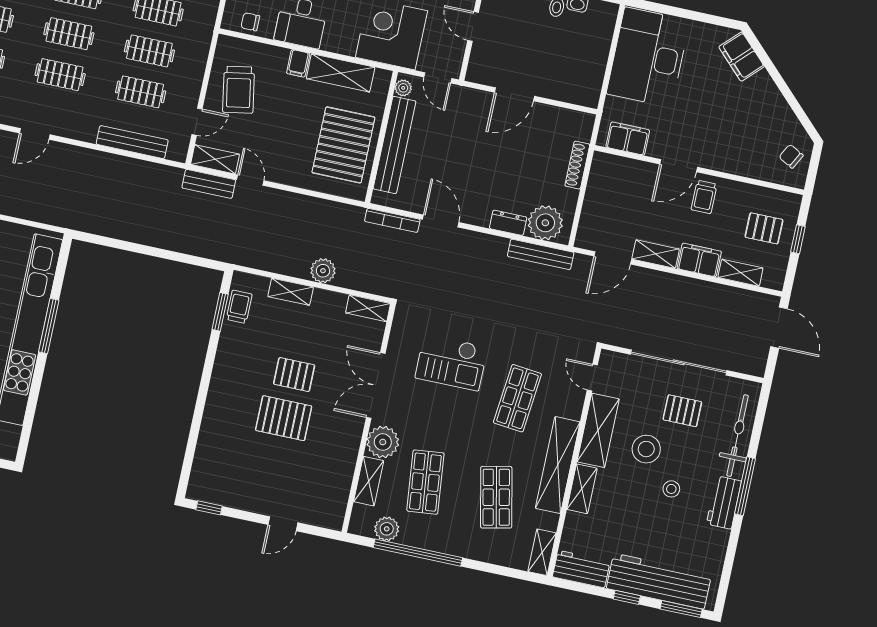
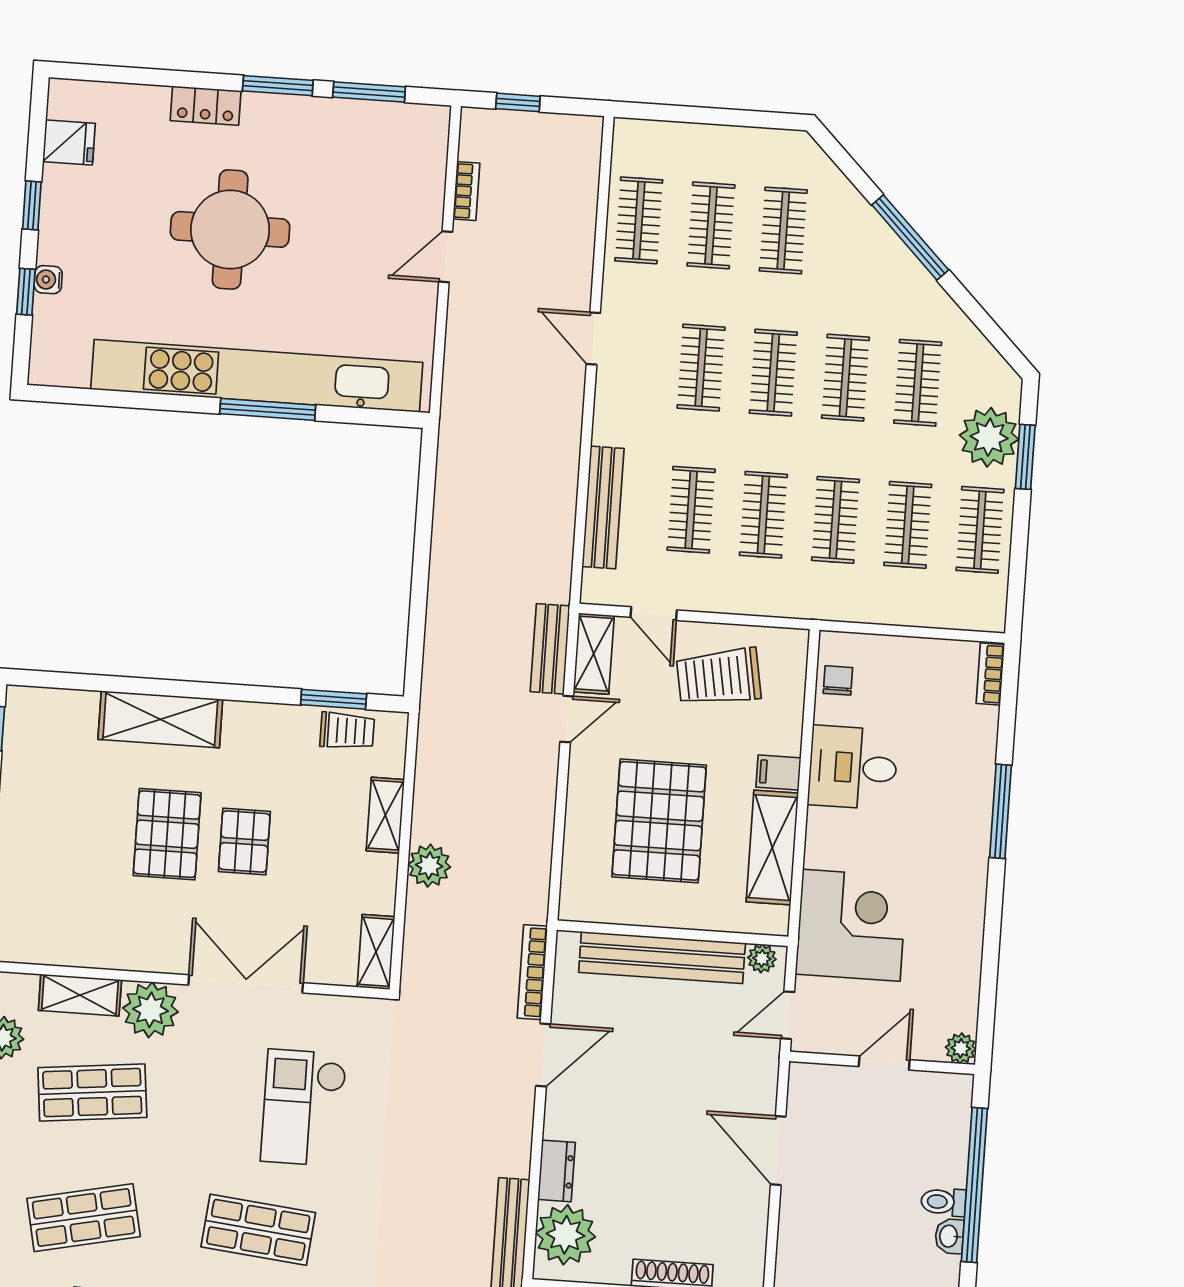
pallet: (343, 145) -> (659, 821), moved, turned 90
shelving: (217, 413) -> (160, 719), added

